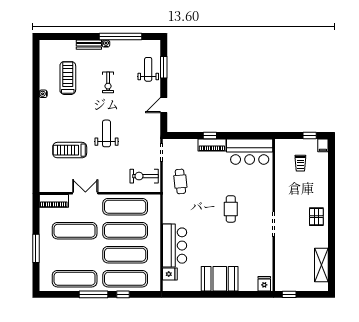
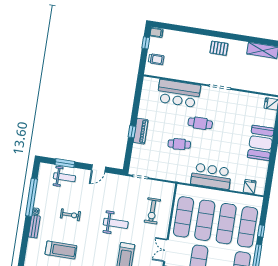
weight bench: (148, 69) -> (64, 177), turned 180
treadmill: (68, 78) -> (61, 250), turned 180
door: (164, 105) -> (98, 168), hinge flipped
weight bench: (106, 133) -> (116, 223), turned 180
bar counter: (250, 152) -> (179, 93), moved, turned 90
trolley: (300, 163) -> (156, 59), moved
exercise bike: (144, 176) -> (152, 211), moved
cafe table: (180, 181) -> (179, 144), moved
bar counter: (175, 246) -> (211, 176), moved

